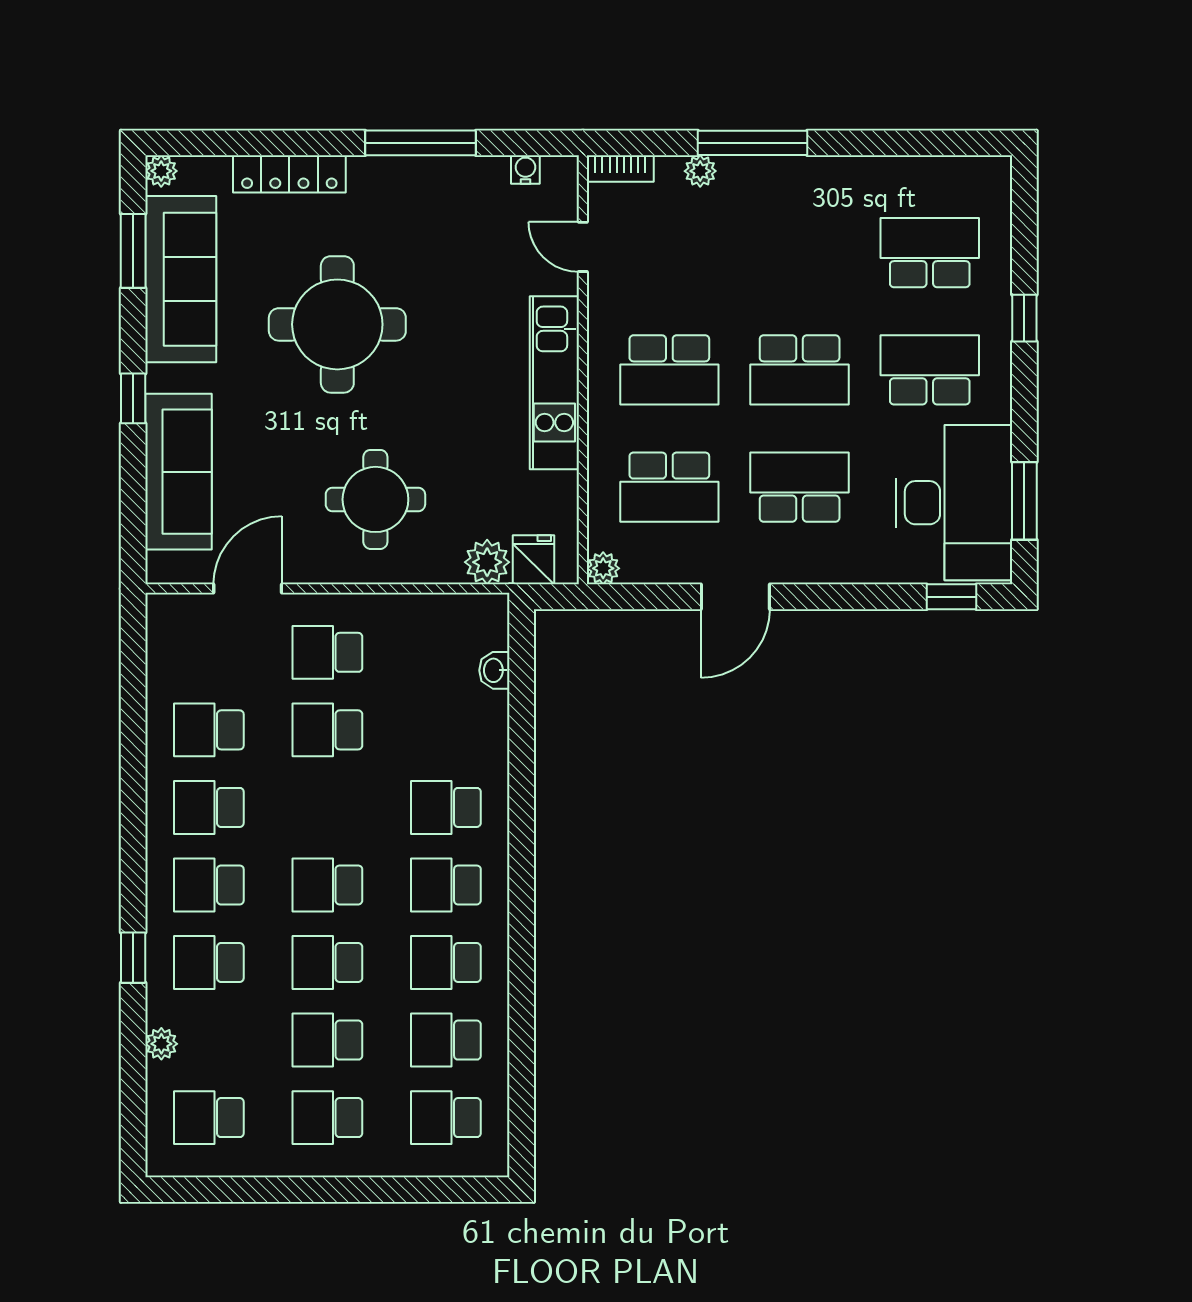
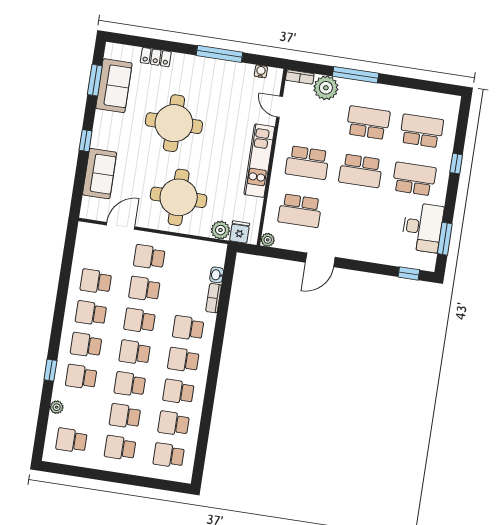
plant: (161, 171) -> (111, 49), removed
plant: (700, 171) -> (326, 88), width x1.87, depth x1.87
locker: (289, 174) -> (156, 57), width x0.66
sofa: (181, 279) -> (114, 86), width x0.73
sofa: (179, 472) -> (100, 174), width x0.73
school desk: (800, 487) -> (368, 123), moved
round table: (375, 499) -> (179, 197), width x1.36, depth x1.36
desk: (954, 503) -> (423, 227), width x0.73, depth x0.77
bookcase: (495, 727) -> (214, 298), added
school desk: (327, 807) -> (140, 321), added

